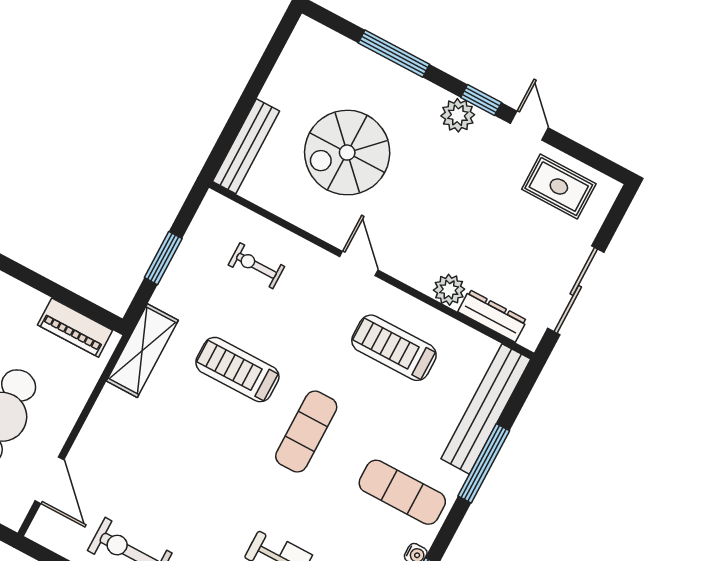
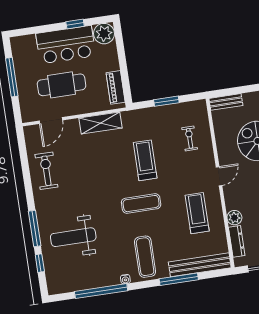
bench: (246, 146) -> (226, 102), width x0.73
shelving: (142, 351) -> (101, 123), moved

